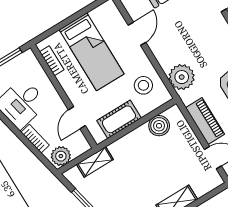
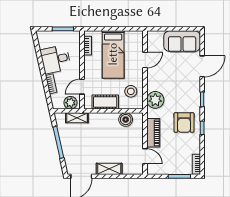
plant: (61, 156) -> (70, 103), moved

